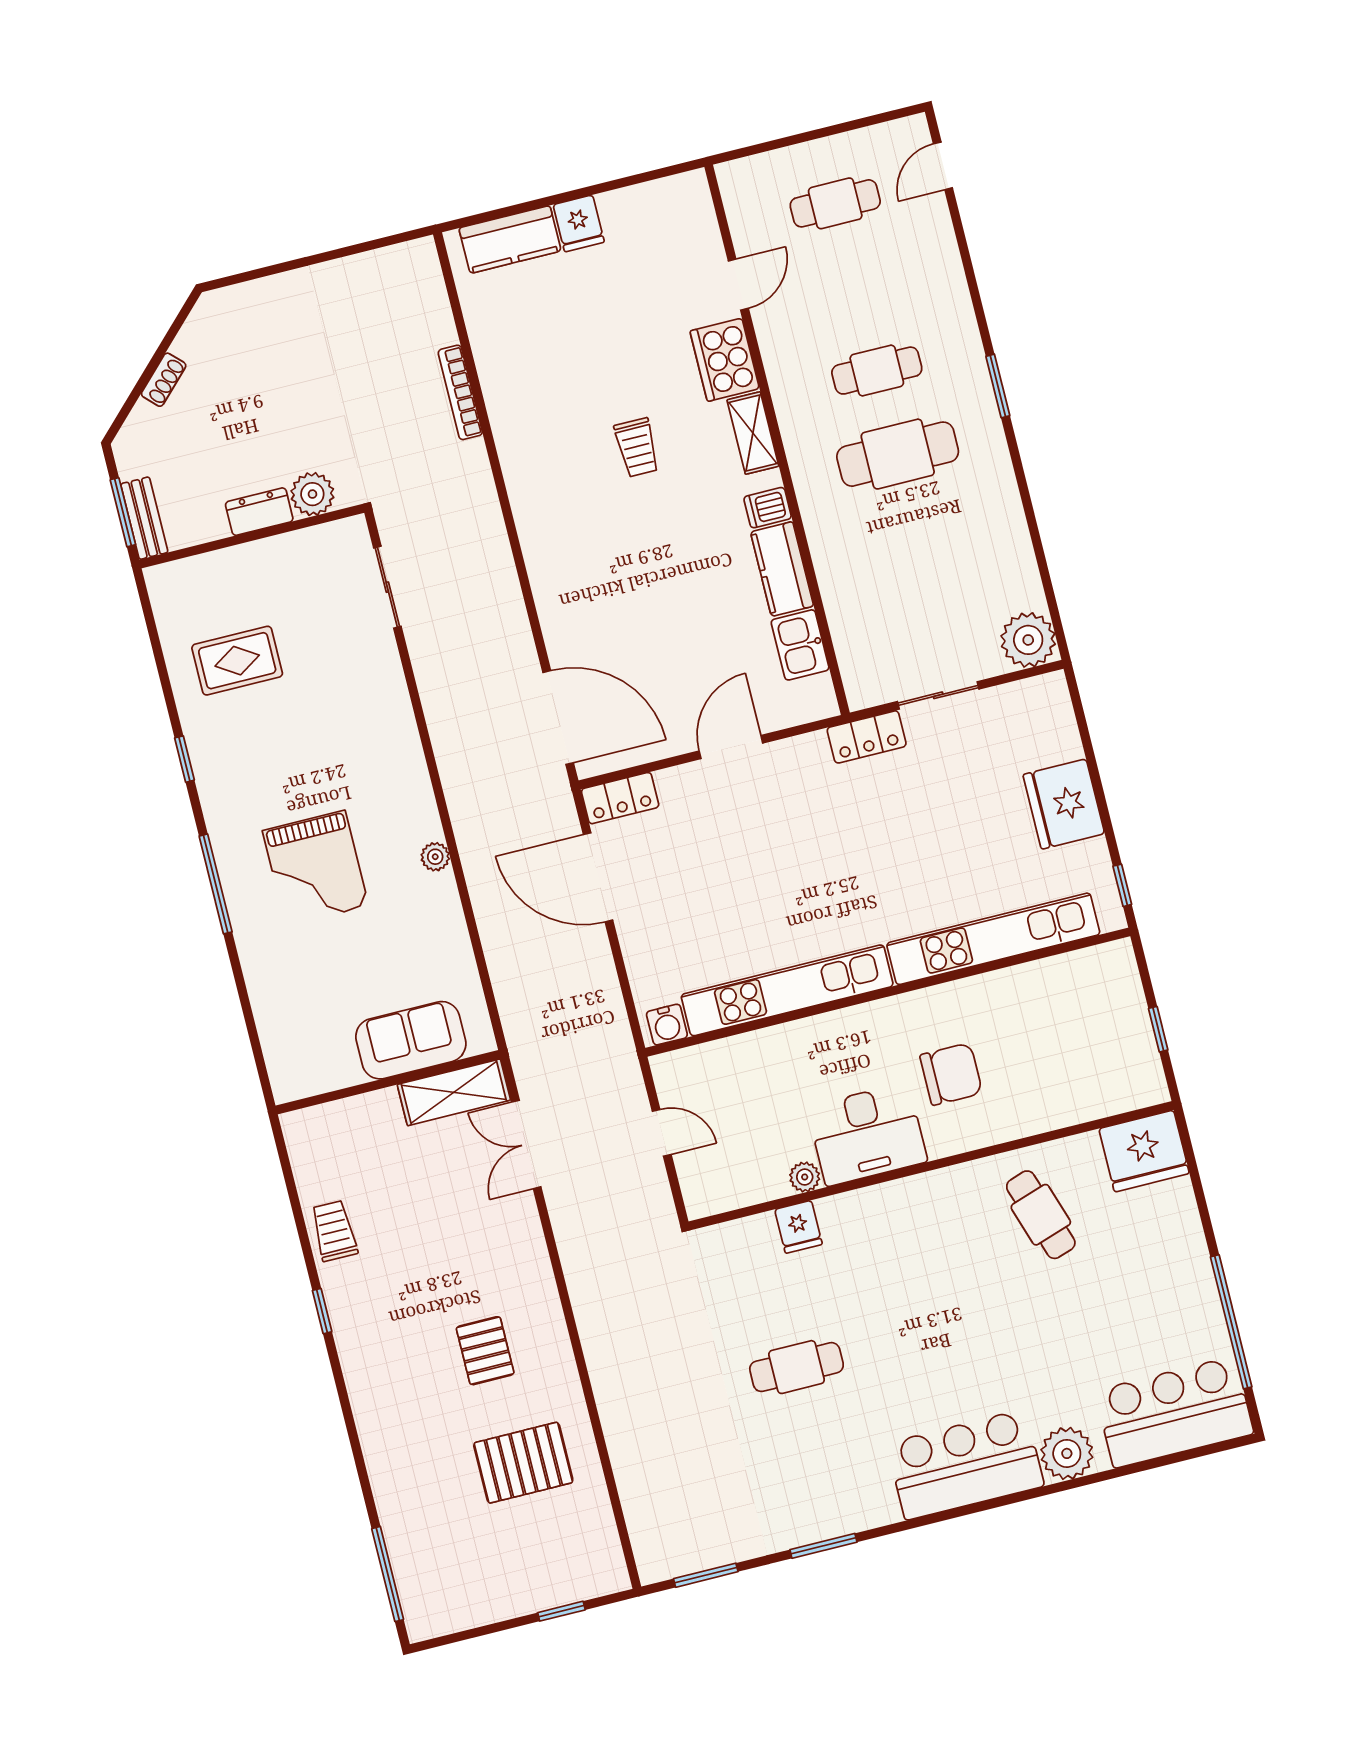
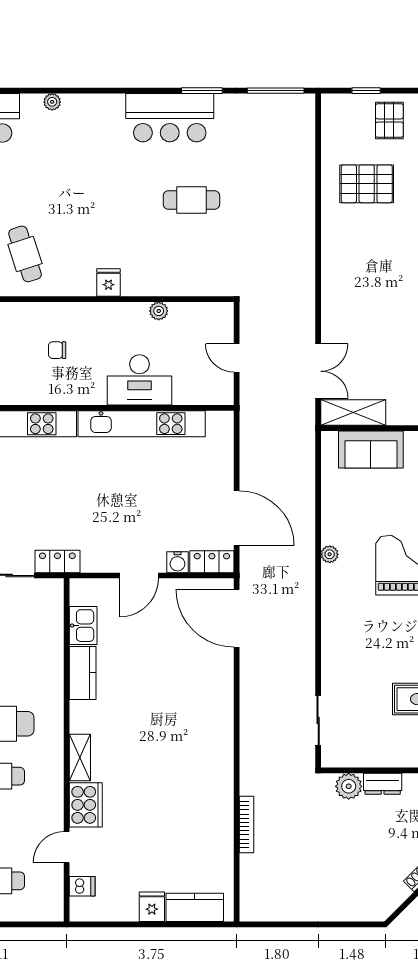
trolley: (637, 447) -> (150, 766), removed
dishwasher: (768, 508) -> (82, 886), moved
water cooler: (667, 1025) -> (177, 562), moved, turned 180
chair: (951, 1074) -> (57, 350), width x0.54, depth x0.54
desk: (867, 1134) -> (140, 380), moved, turned 180
fridge: (798, 1227) -> (108, 282), moved
pallet: (485, 1351) -> (389, 120), moved
plant: (1067, 1453) -> (52, 102), width x0.53, depth x0.53
bar counter: (965, 1465) -> (170, 118), moved
window: (706, 1575) -> (276, 91), width x1.44

